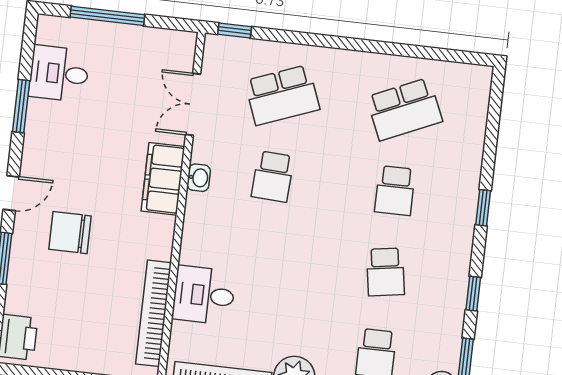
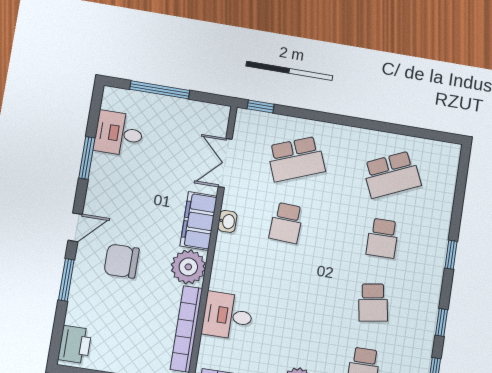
plant: (153, 236) -> (188, 267), added

